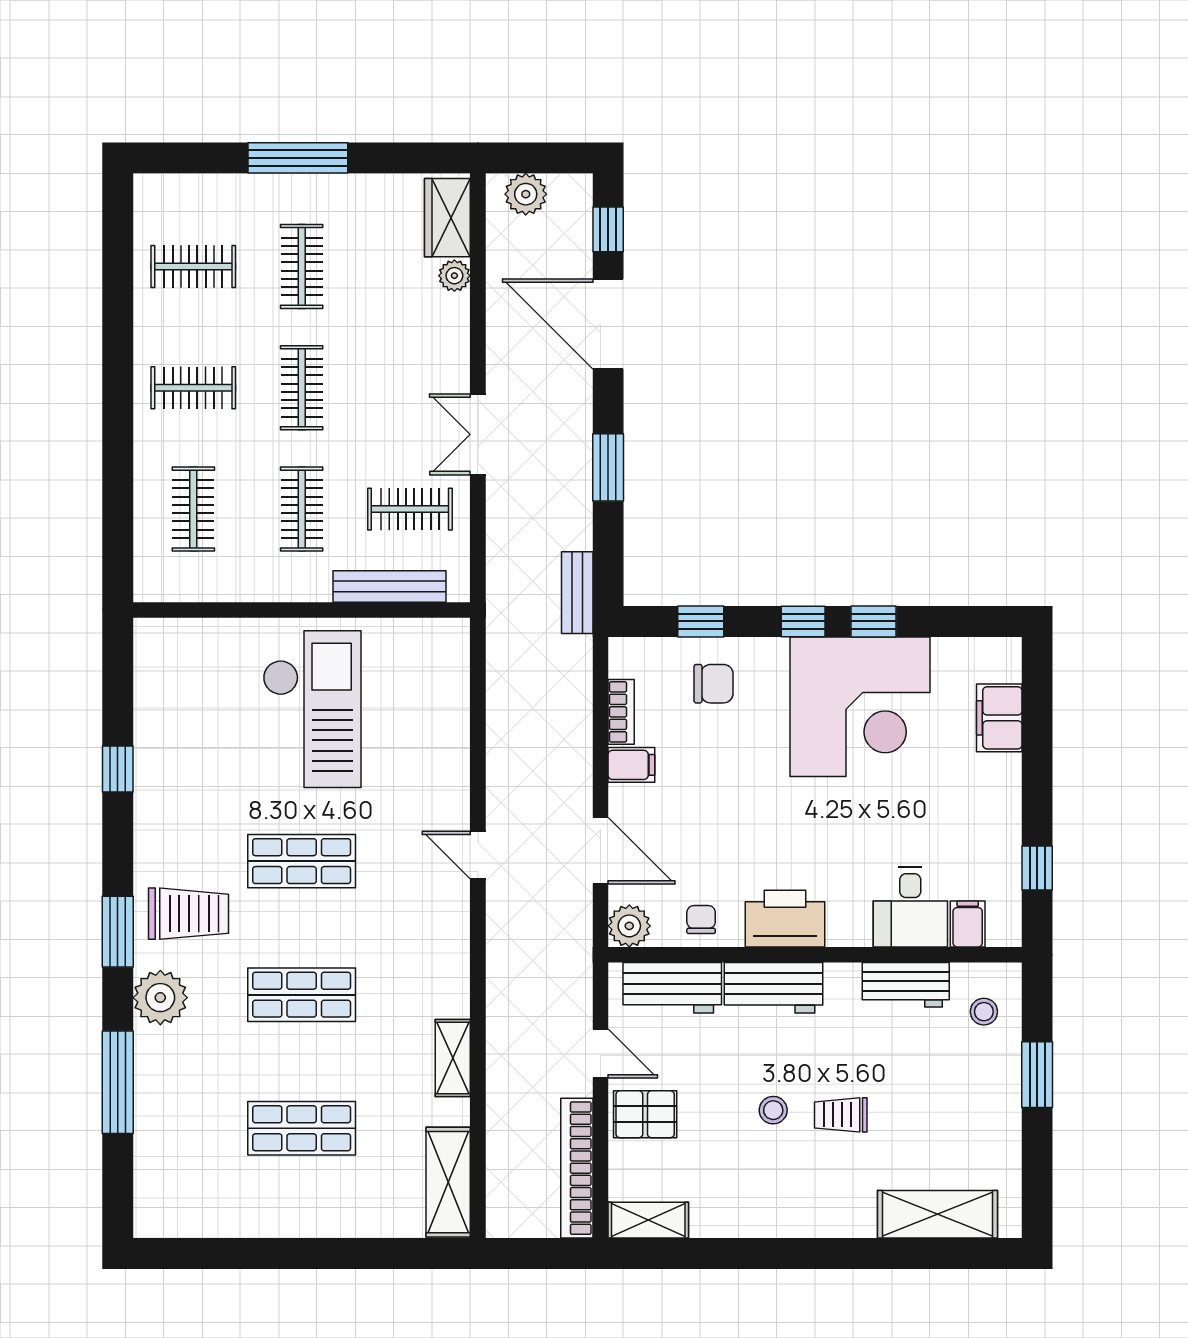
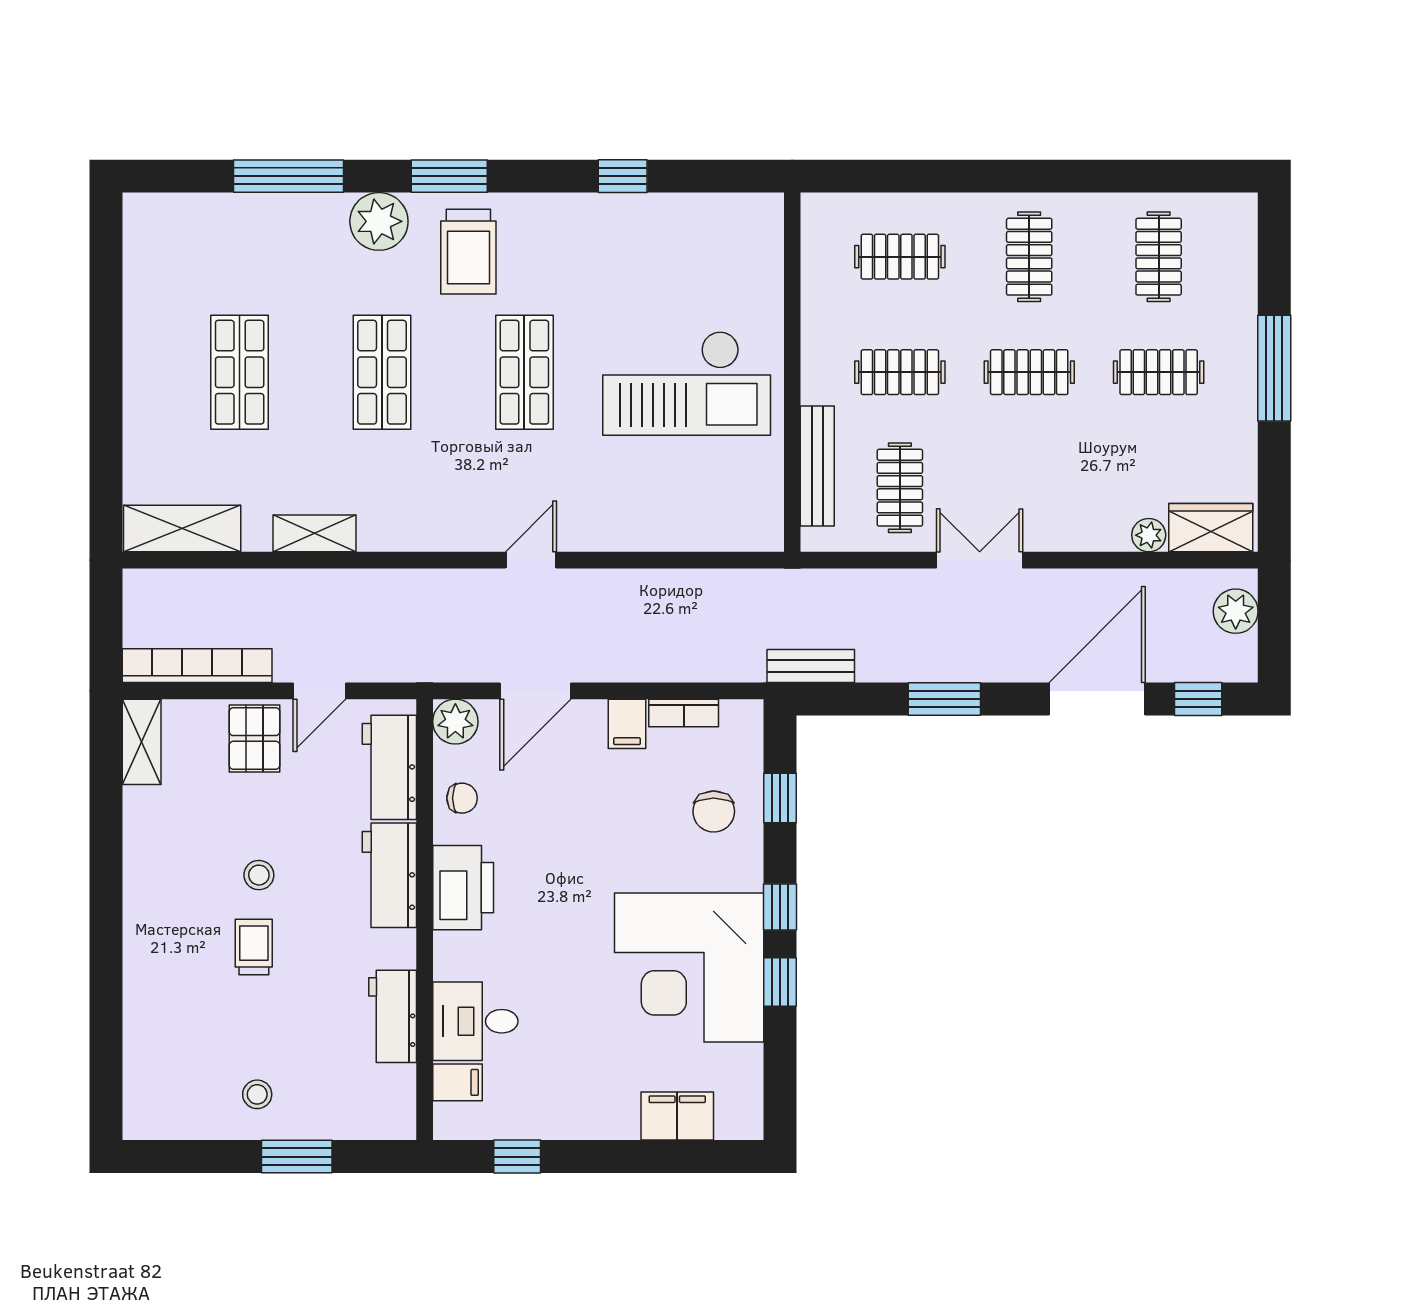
stool: (984, 1012) -> (257, 1094), moved
shelving: (938, 1214) -> (148, 1050), removed

